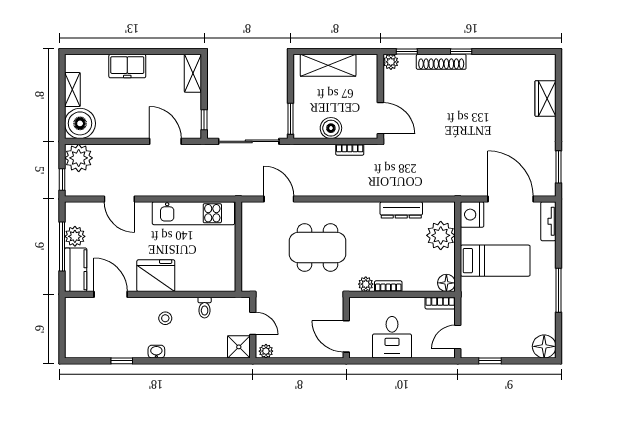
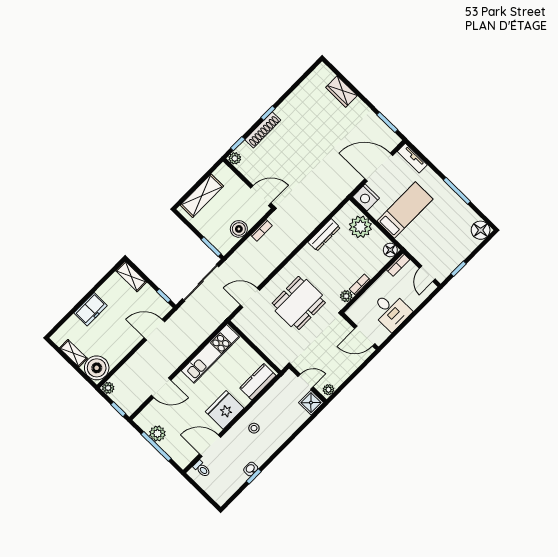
plant: (79, 158) -> (108, 388), width x0.53, depth x0.53
kitchen counter: (76, 270) -> (258, 382), moved, turned -90
toilet: (205, 308) -> (202, 469), moved
washbasin: (156, 352) -> (251, 469), moved

